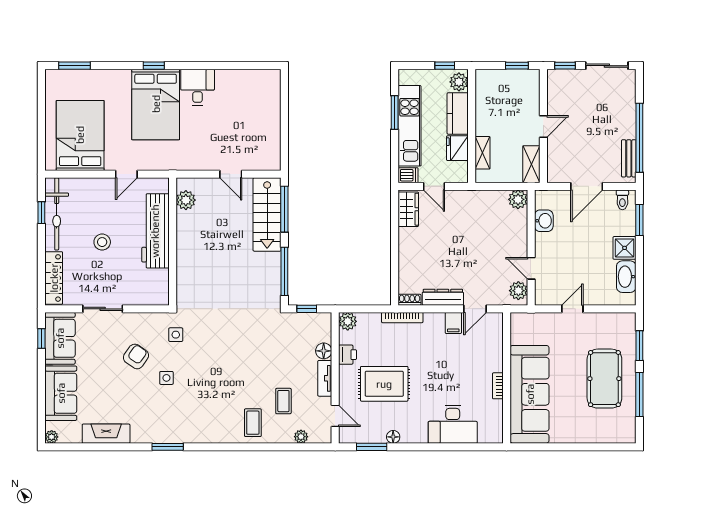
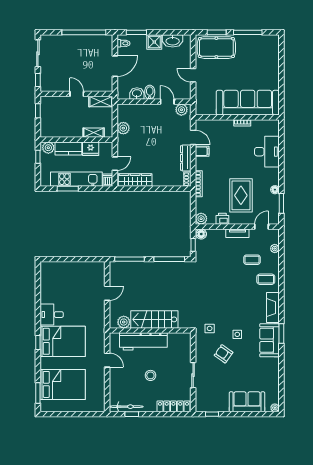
bed: (80, 135) -> (63, 384), moved, turned 180
bench: (629, 158) -> (97, 39), removed
door: (587, 186) -> (115, 66), hinge flipped
plant: (518, 199) -> (123, 128), moved
wardrobe: (408, 209) -> (135, 180), width x1.50
bicycle: (57, 214) -> (126, 407), width x0.73, depth x0.71
stairs: (267, 214) -> (154, 319), moved, turned 180
bidet: (546, 241) -> (150, 92), added
door: (531, 268) -> (167, 102), swing flipped
sofa: (60, 338) -> (269, 340), moved, turned -90
floor lamp: (324, 351) -> (201, 234), moved
pool table: (604, 379) -> (216, 48), moved
fireplace: (106, 434) -> (273, 308), moved

